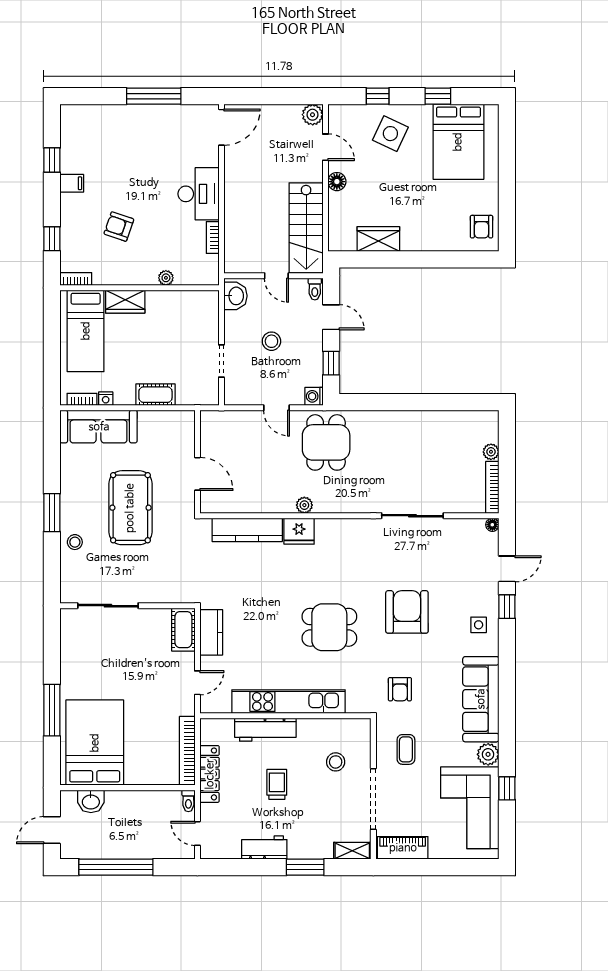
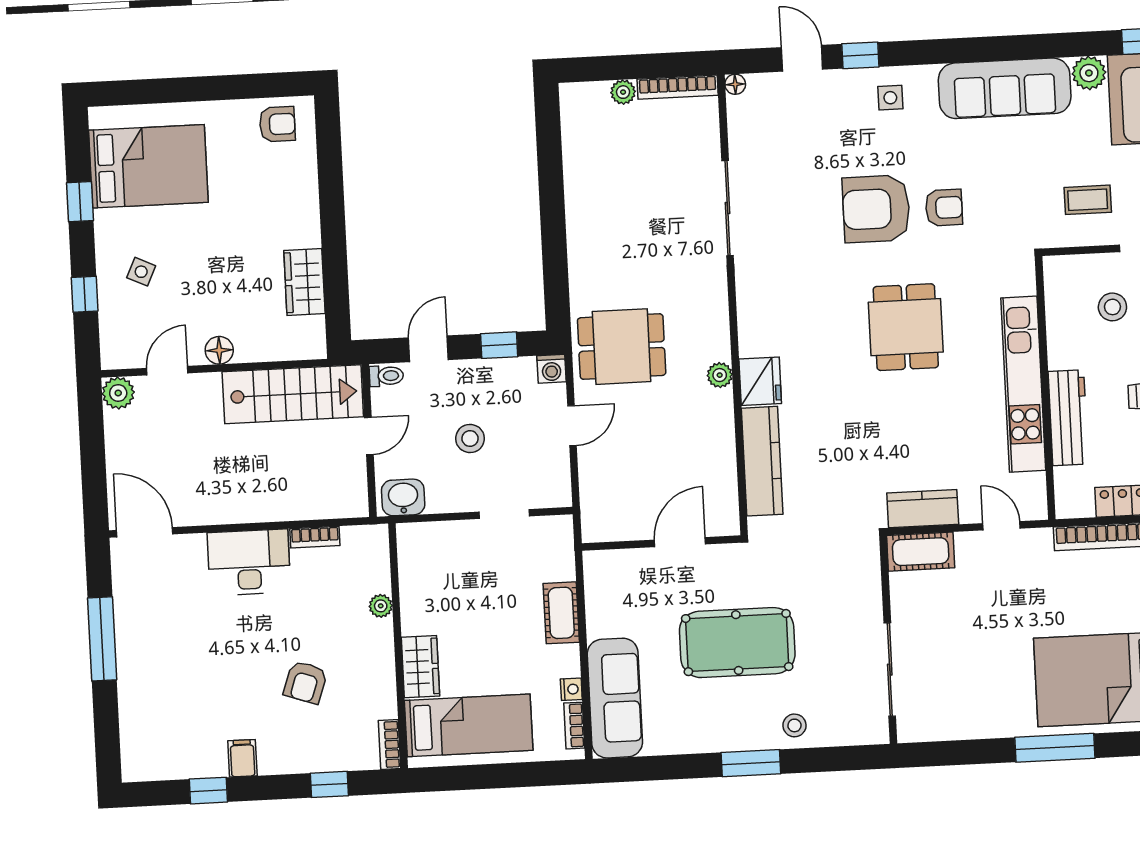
side table: (390, 134) -> (141, 272), width x0.54, depth x0.54
armchair: (400, 689) -> (944, 208), moved

